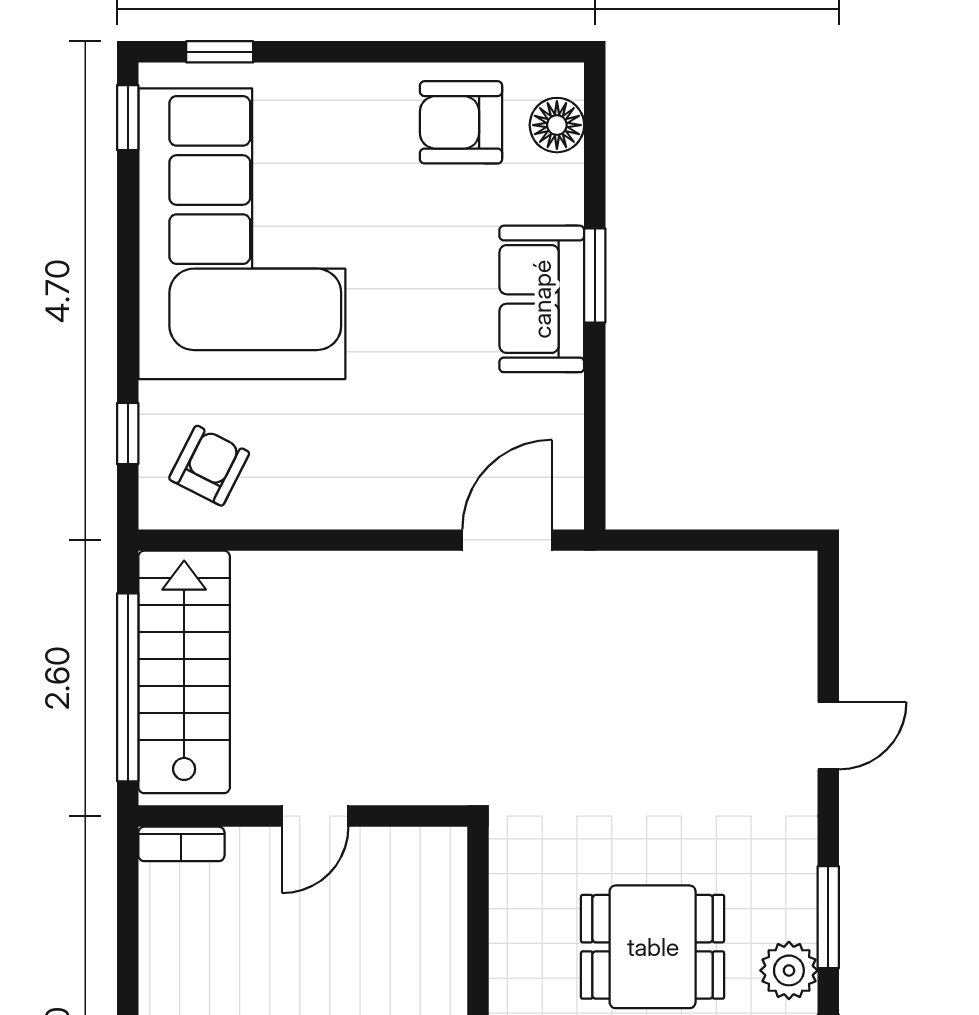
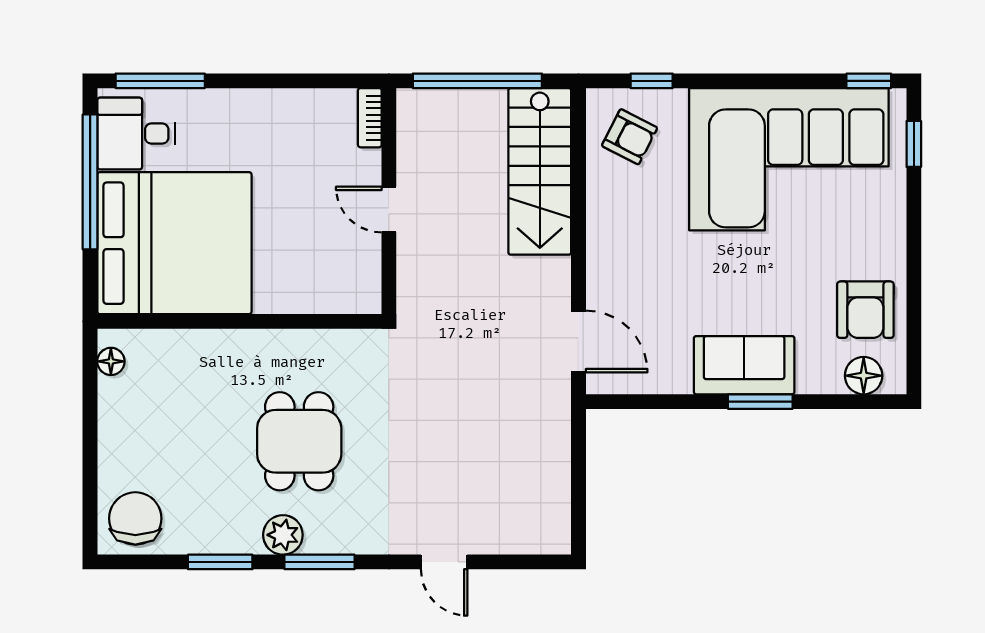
armchair: (461, 122) -> (865, 310), turned 180
stairs: (184, 672) -> (540, 171), moved, turned 90

